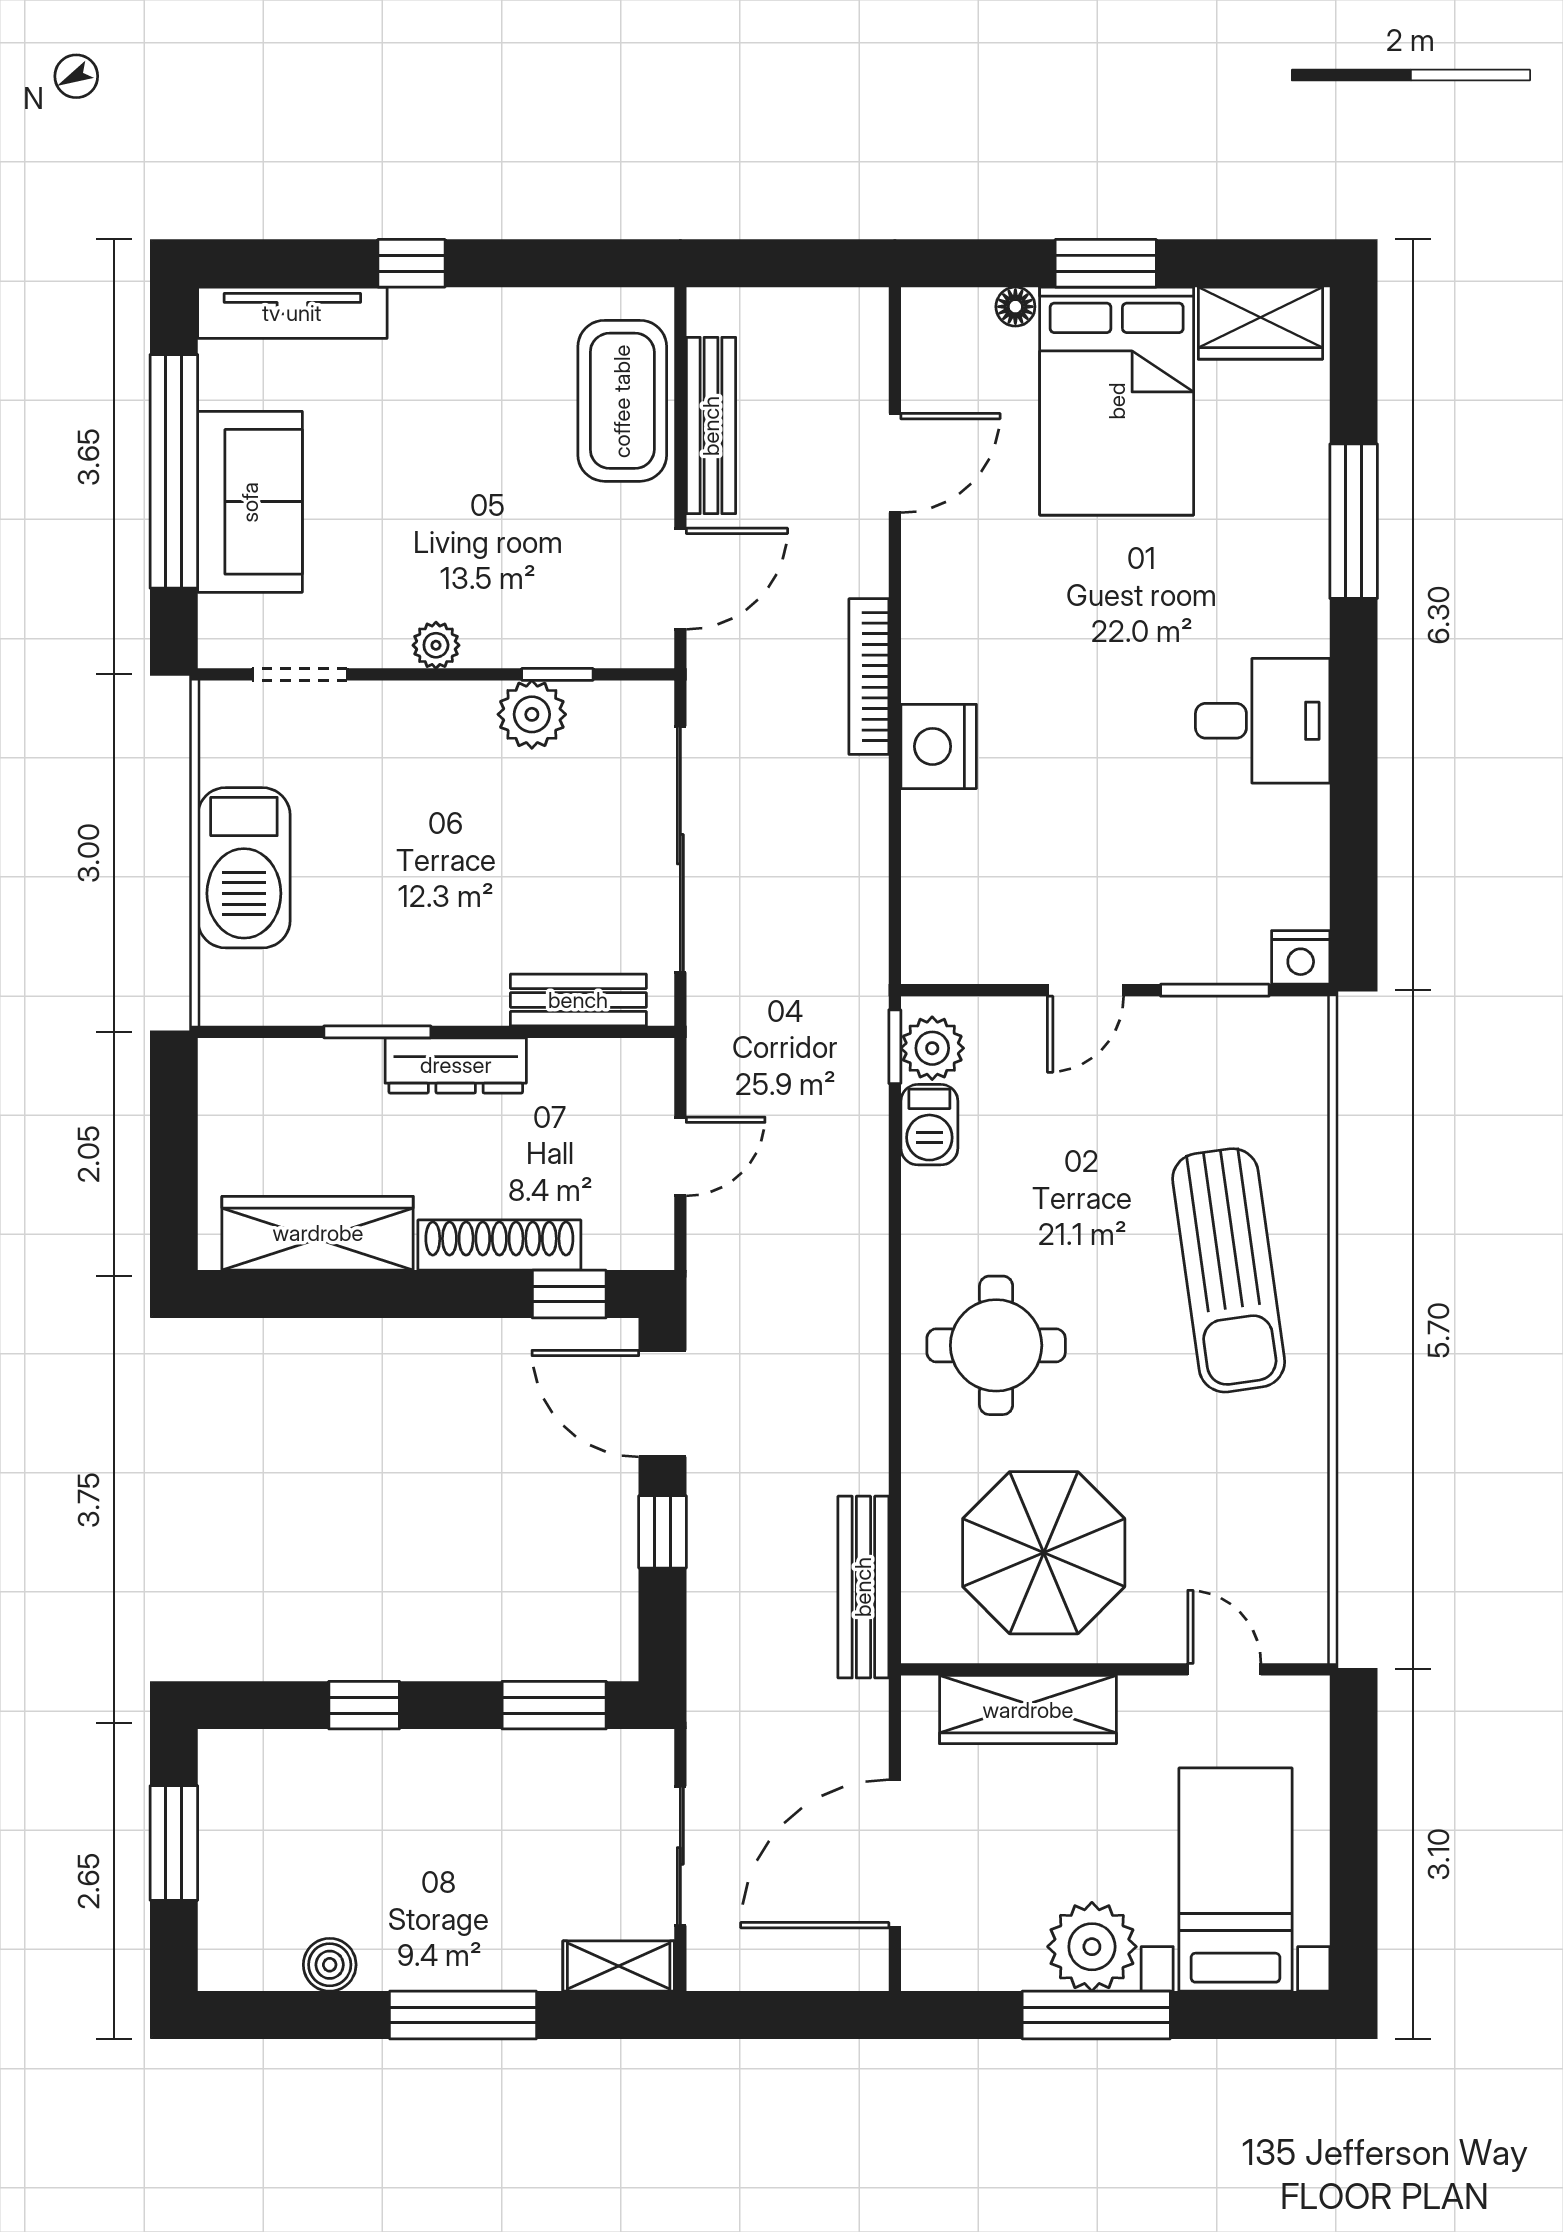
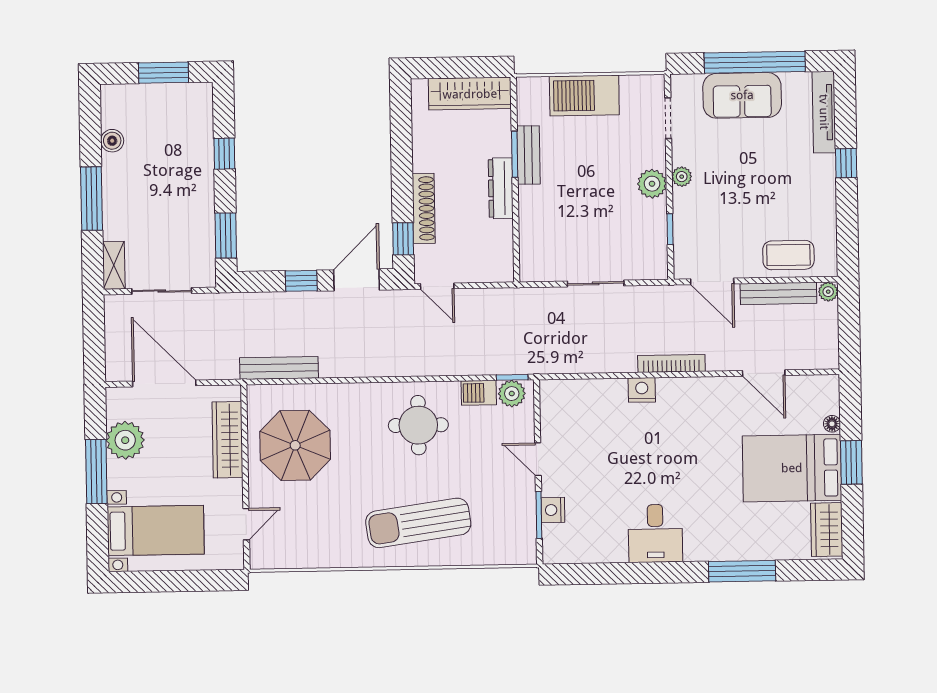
plant: (709, 310) -> (828, 292), added
coffee table: (622, 401) -> (788, 255), width x0.73, depth x0.76
plant: (532, 714) -> (652, 184), moved
nightstand: (939, 746) -> (642, 390), width x0.74, depth x0.75
sliding door: (680, 849) -> (596, 283), width x0.54
nightstand: (1301, 957) -> (553, 510), moved
bench: (578, 1000) -> (528, 155), moved
door: (680, 1156) -> (437, 286), moved
wardrobe: (318, 1233) -> (470, 94), moved, turned 90
round table: (996, 1345) -> (418, 425), moved
plant: (1092, 1947) -> (125, 440), moved

